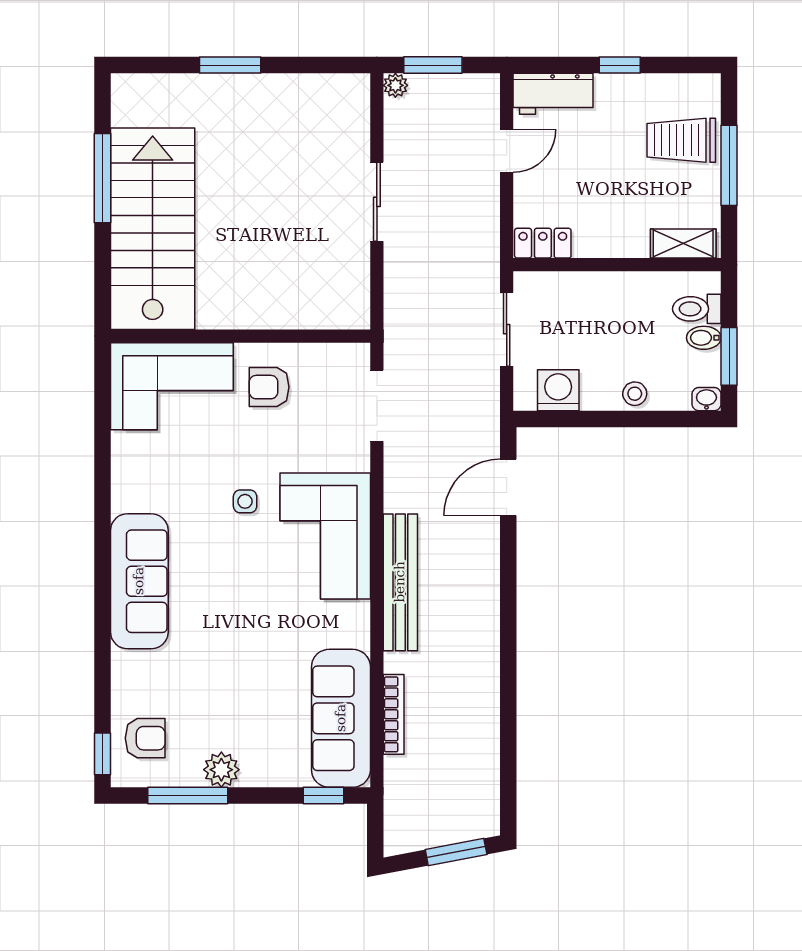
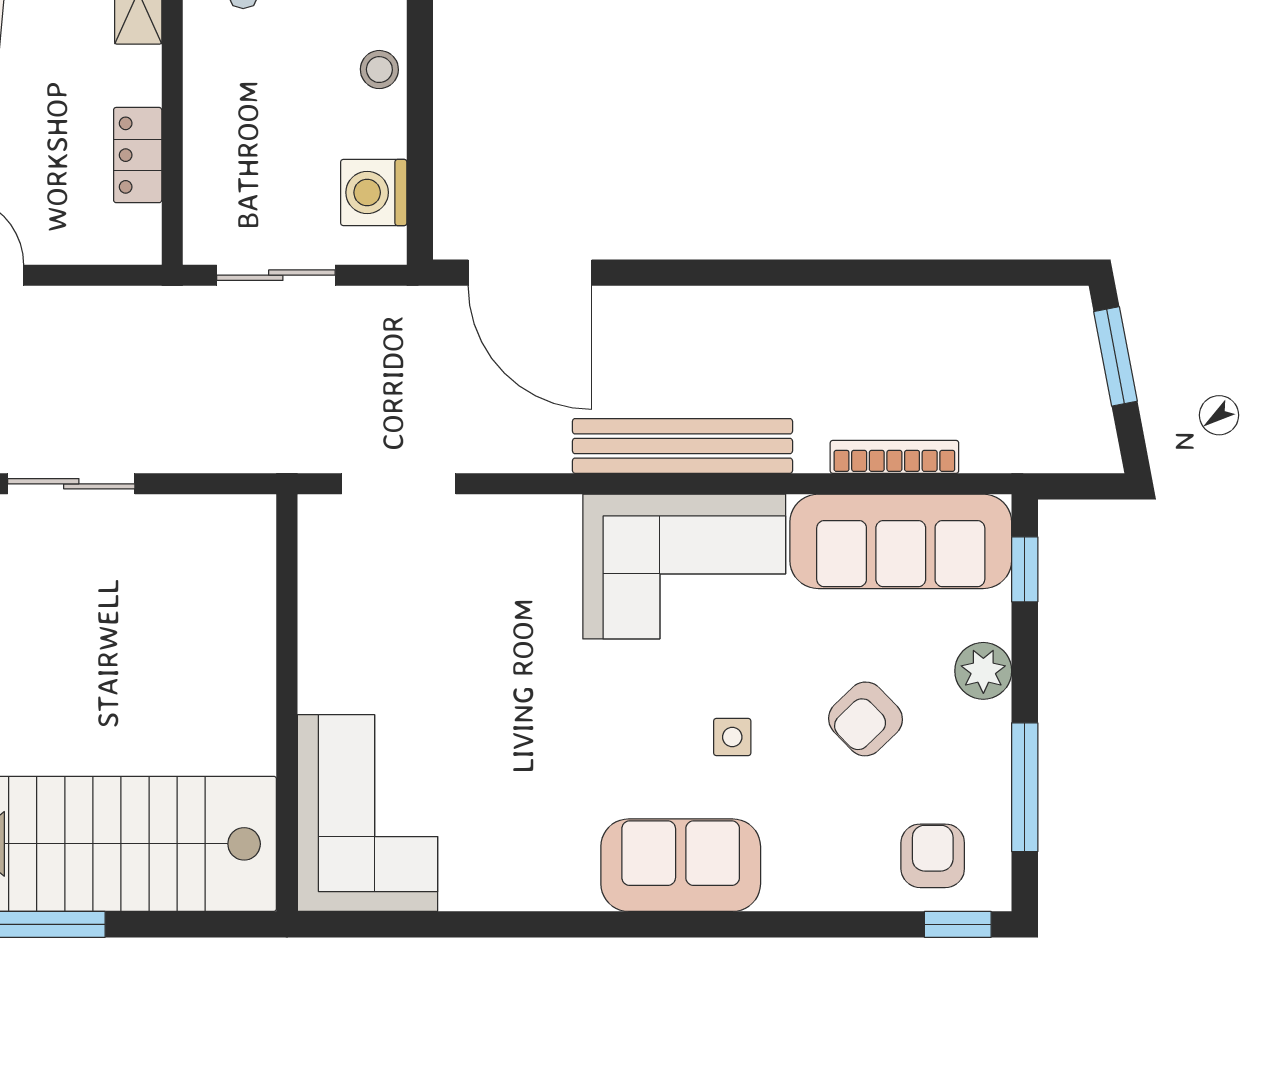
locker: (543, 243) -> (138, 155), moved
armchair: (269, 387) -> (865, 719), moved, turned 46
door: (508, 487) -> (530, 273), width x1.36
side table: (245, 501) -> (732, 737), moved
corner sofa: (325, 536) -> (684, 567), moved
sofa: (139, 581) -> (681, 865), width x0.73
plant: (221, 770) -> (983, 671), moved

